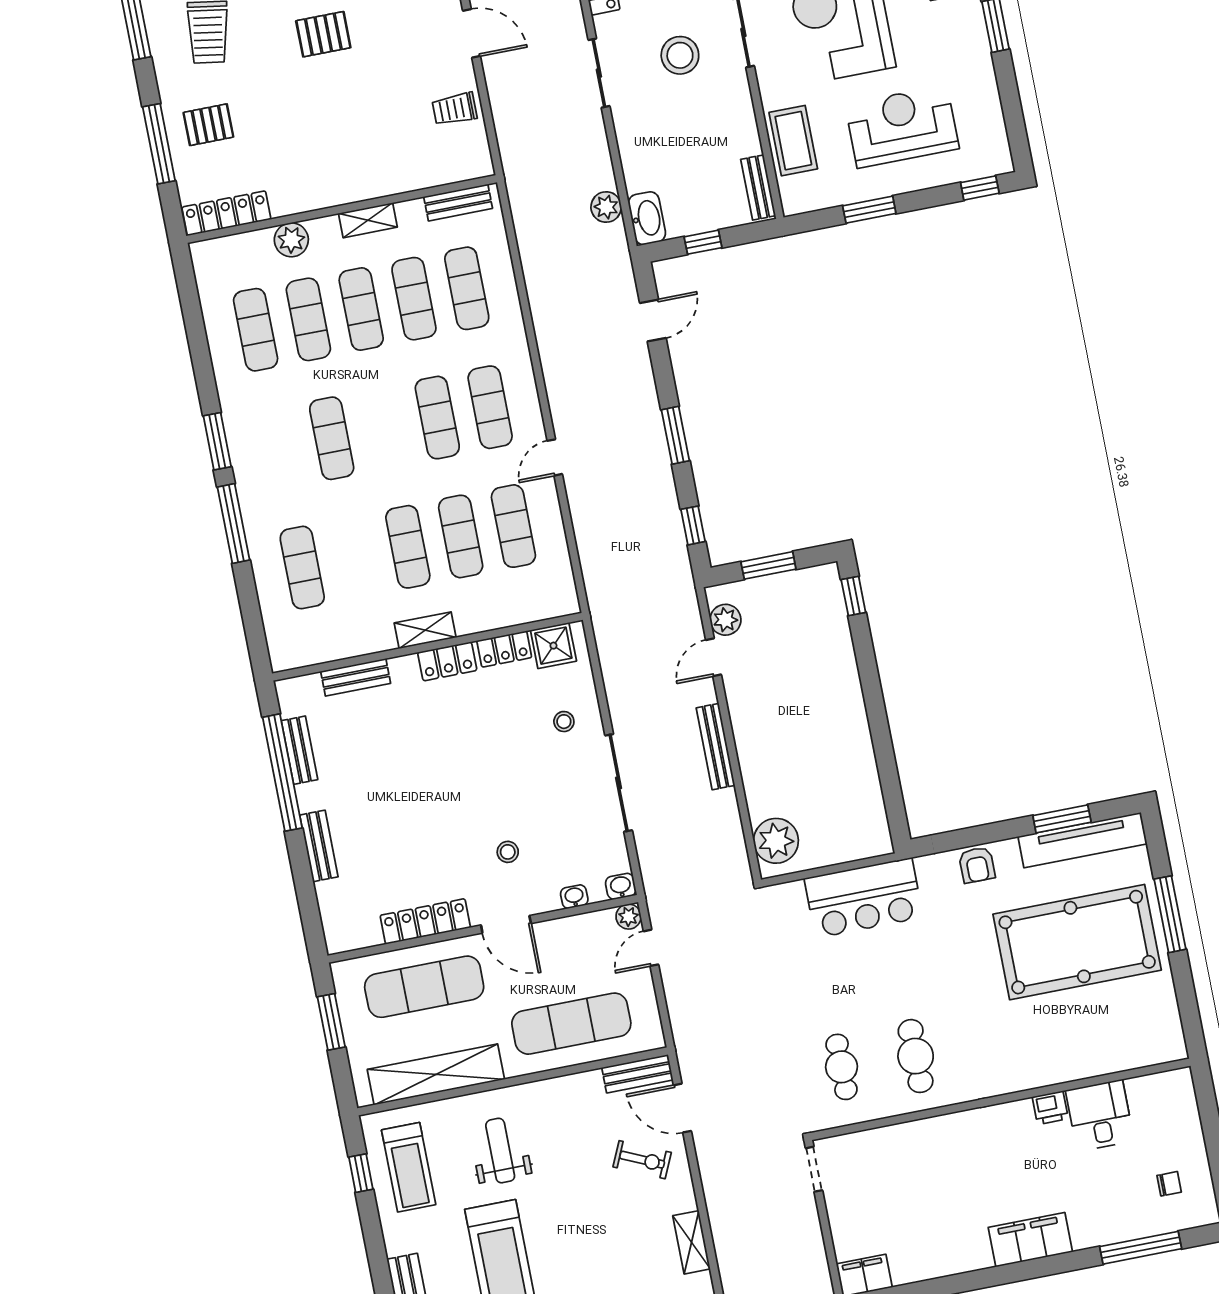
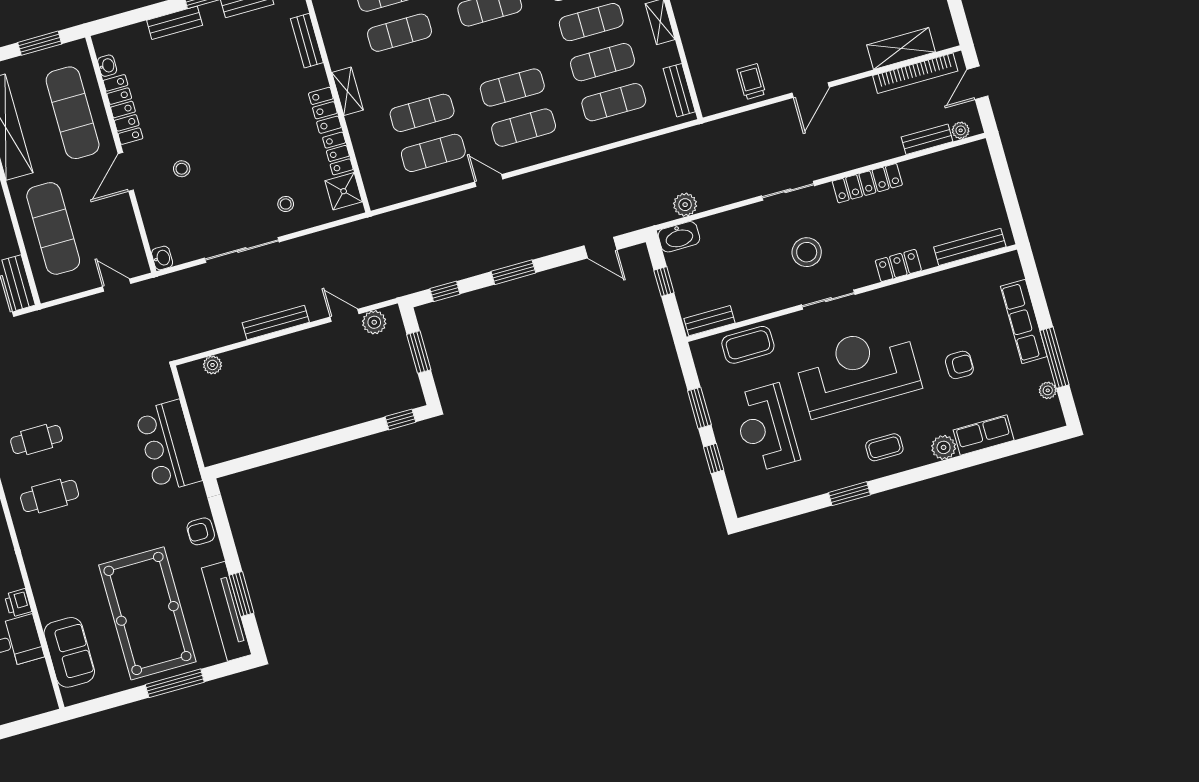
reception desk: (902, 126) -> (766, 428), turned 180
window: (980, 188) -> (714, 458), moved
exercise mat: (408, 547) -> (399, 33), moved
plant: (776, 841) -> (212, 365), width x0.53, depth x0.53
washbasin: (574, 897) -> (107, 66), moved
plant: (628, 917) -> (139, 266), removed
sofa: (1119, 1047) -> (69, 652), added

